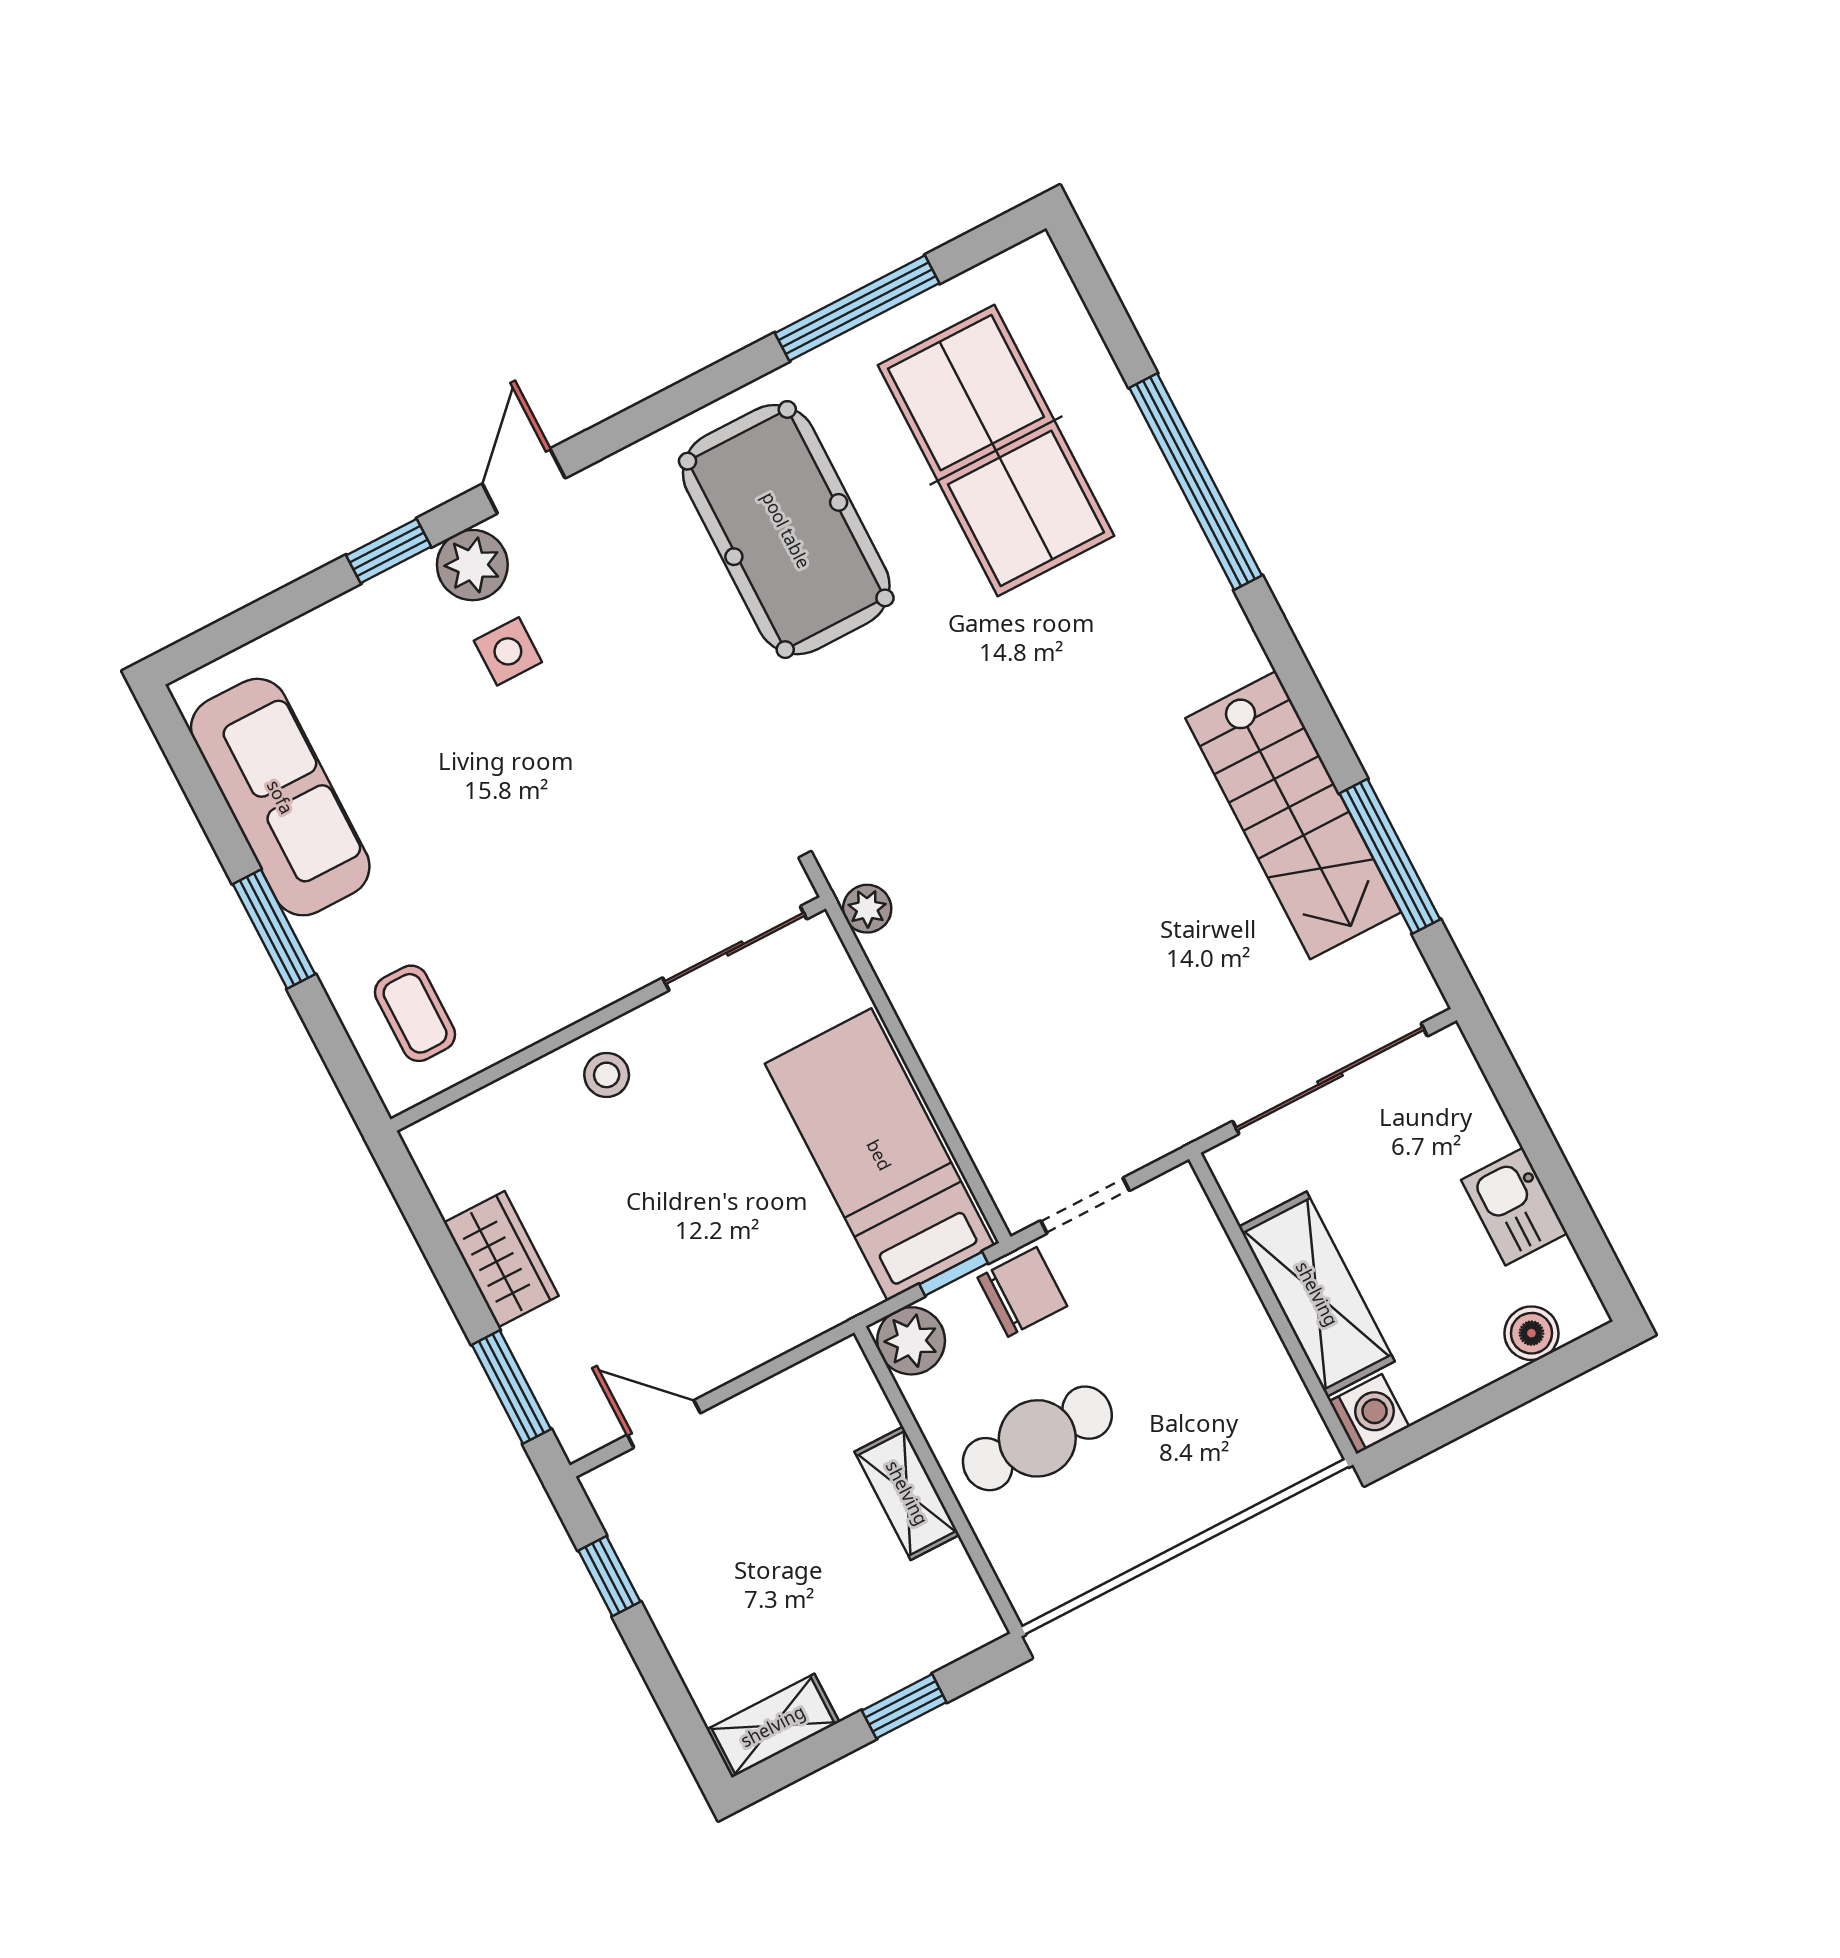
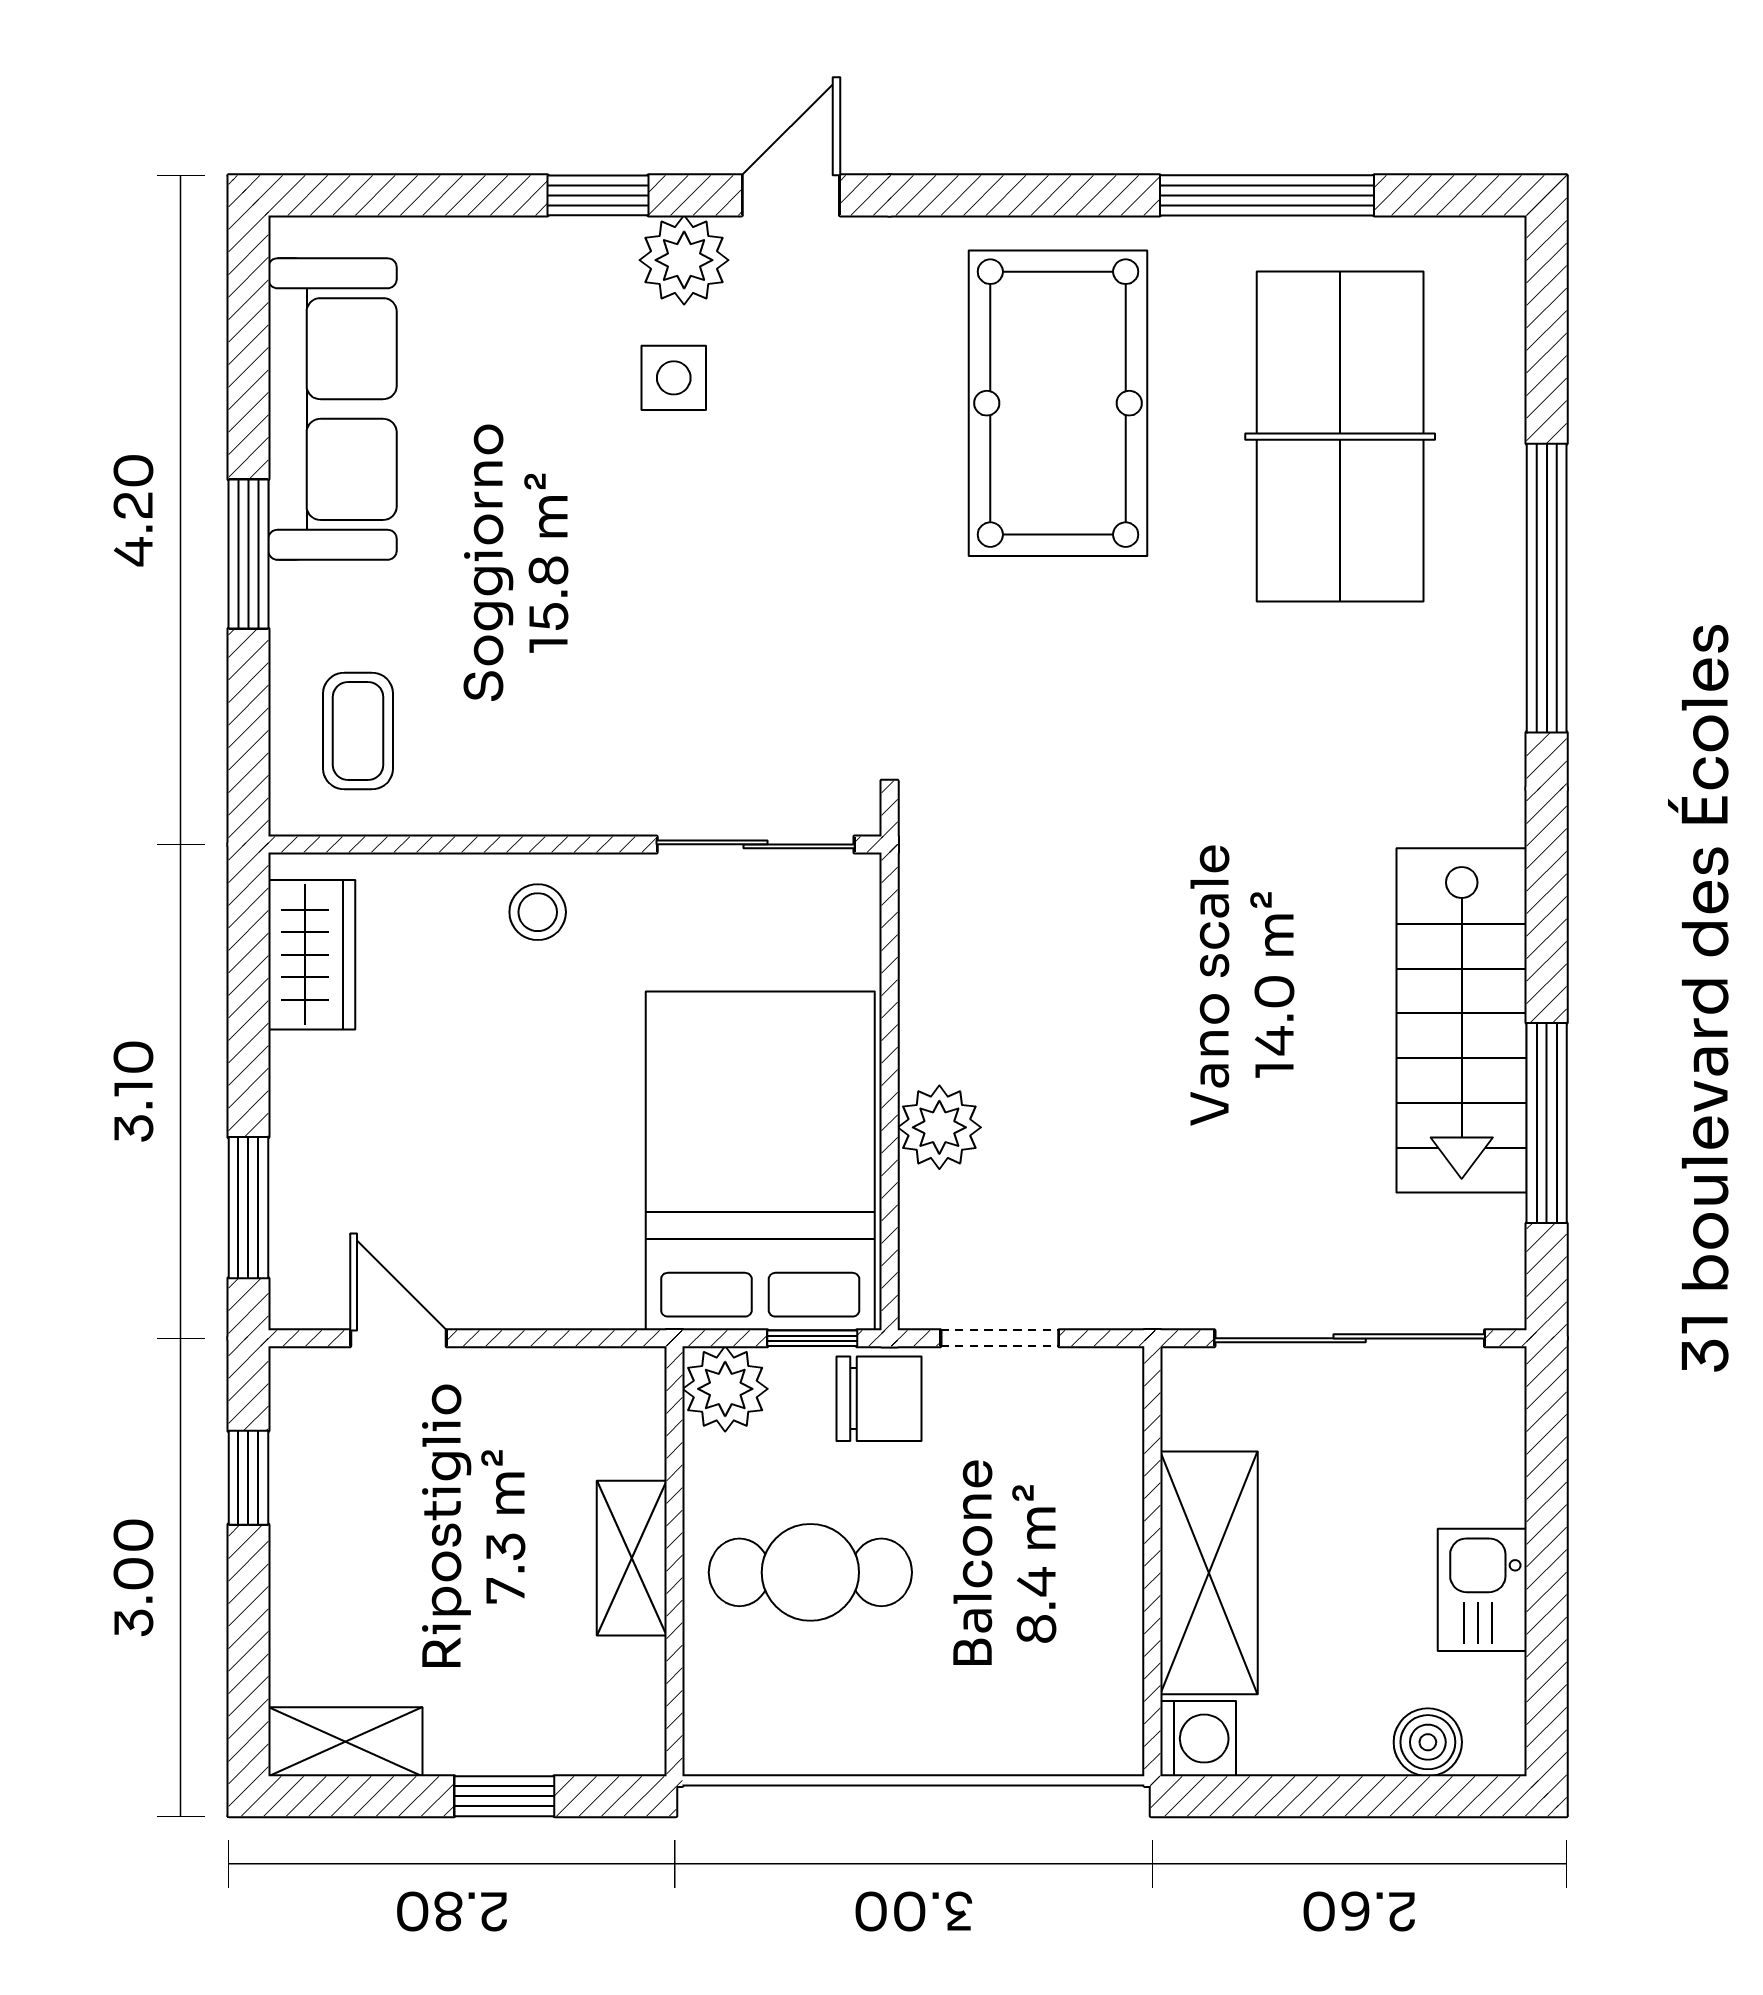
plant: (867, 909) -> (939, 1127), moved, width x1.38, depth x1.38
bed: (879, 1155) -> (760, 1161), width x1.50
wardrobe: (501, 1259) -> (312, 955), moved

